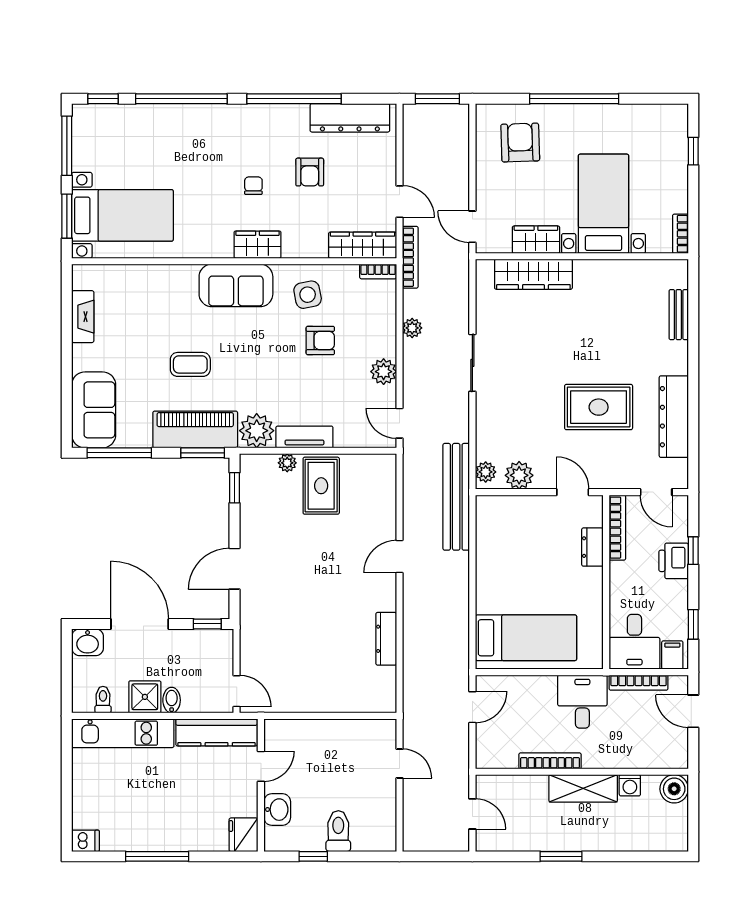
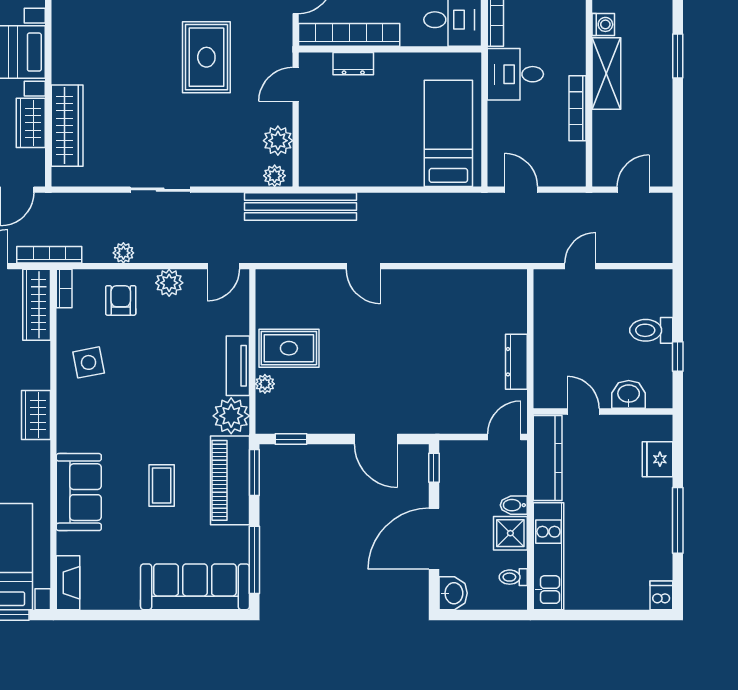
sofa: (236, 285) -> (79, 492), moved
fireplace: (83, 317) -> (68, 583), moved, turned 90
armchair: (320, 340) -> (121, 300), moved
sofa: (94, 410) -> (195, 587), width x1.36
bookcase: (617, 528) -> (349, 35), width x1.48, depth x1.31
dresser: (386, 639) -> (516, 362), moved, turned 90
fridge: (243, 835) -> (657, 459), moved, turned 90
window: (561, 856) -> (678, 56), moved

